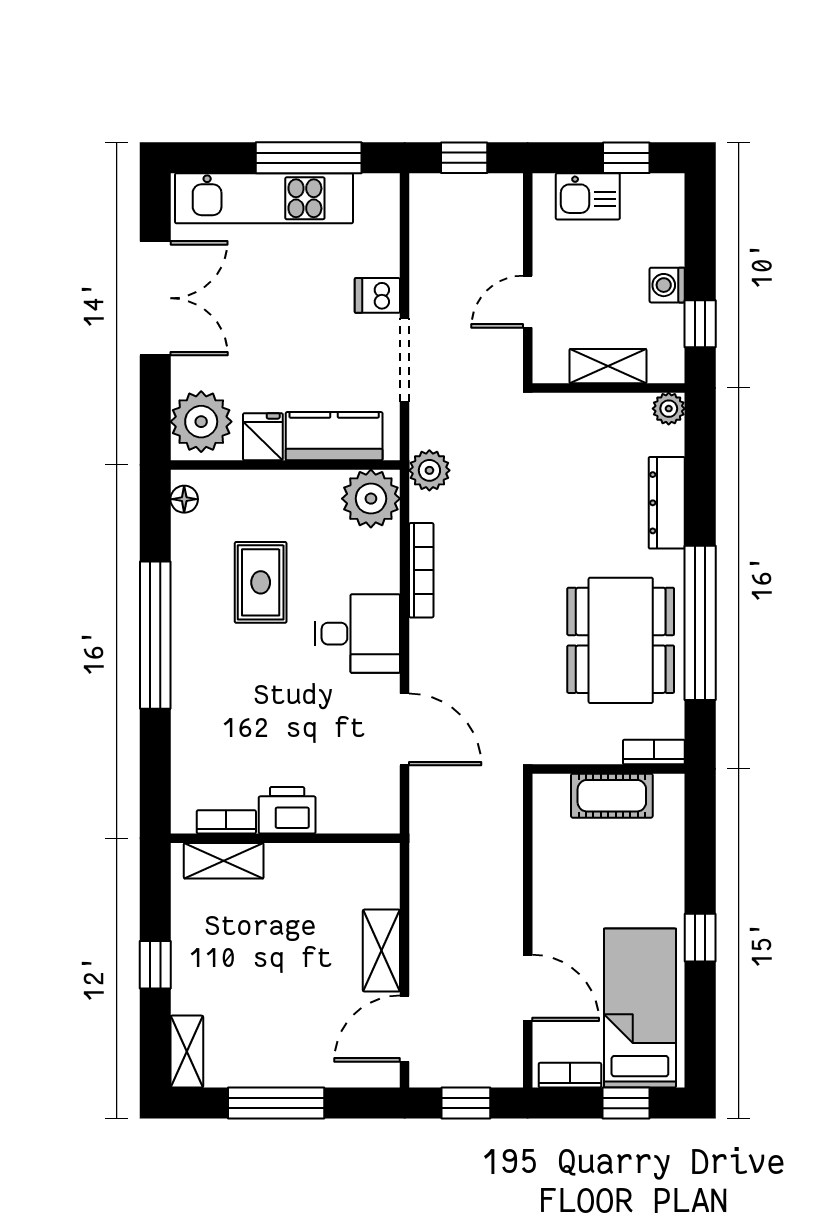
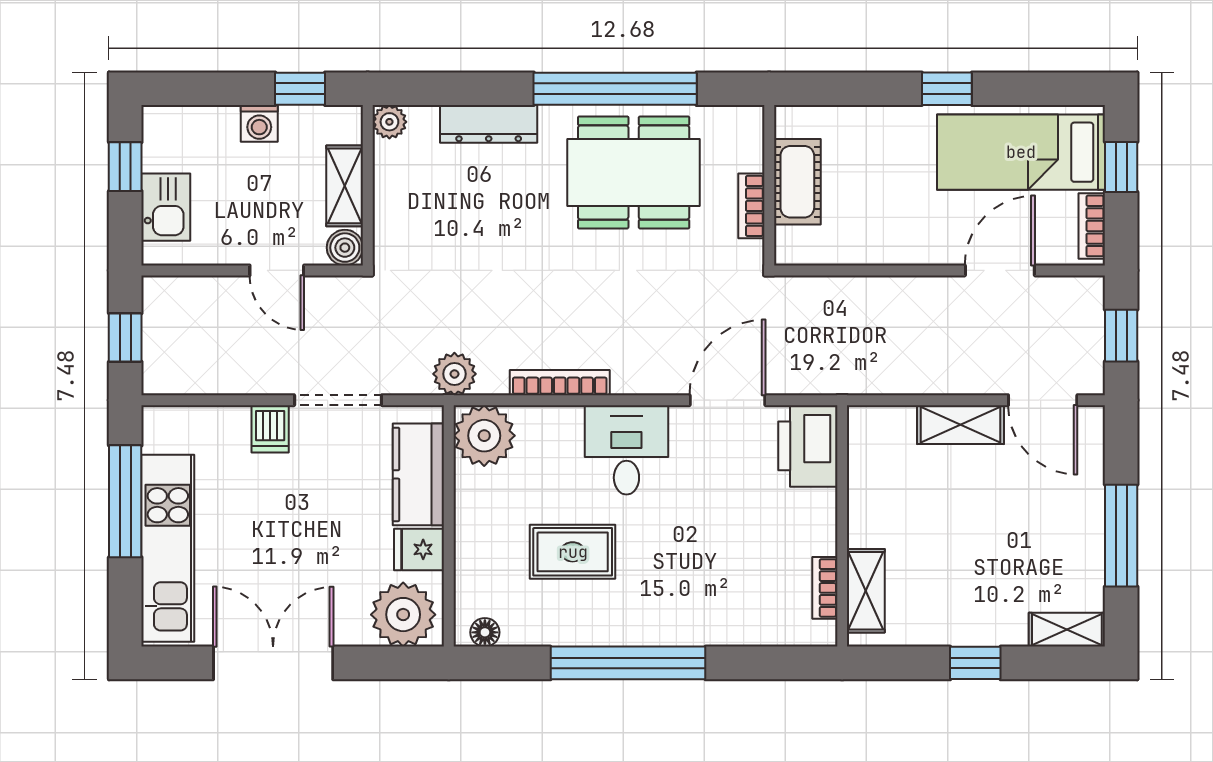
boiler: (549, 366) -> (345, 248), added
bookcase: (654, 752) -> (751, 206), moved
printer: (287, 810) -> (808, 446), moved, width x1.37, depth x1.19

